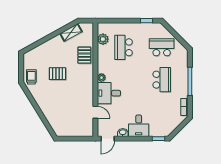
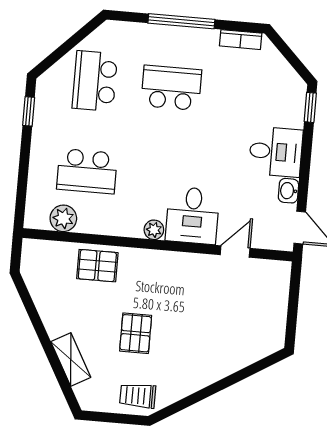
shelving: (71, 33) -> (71, 359), moved

